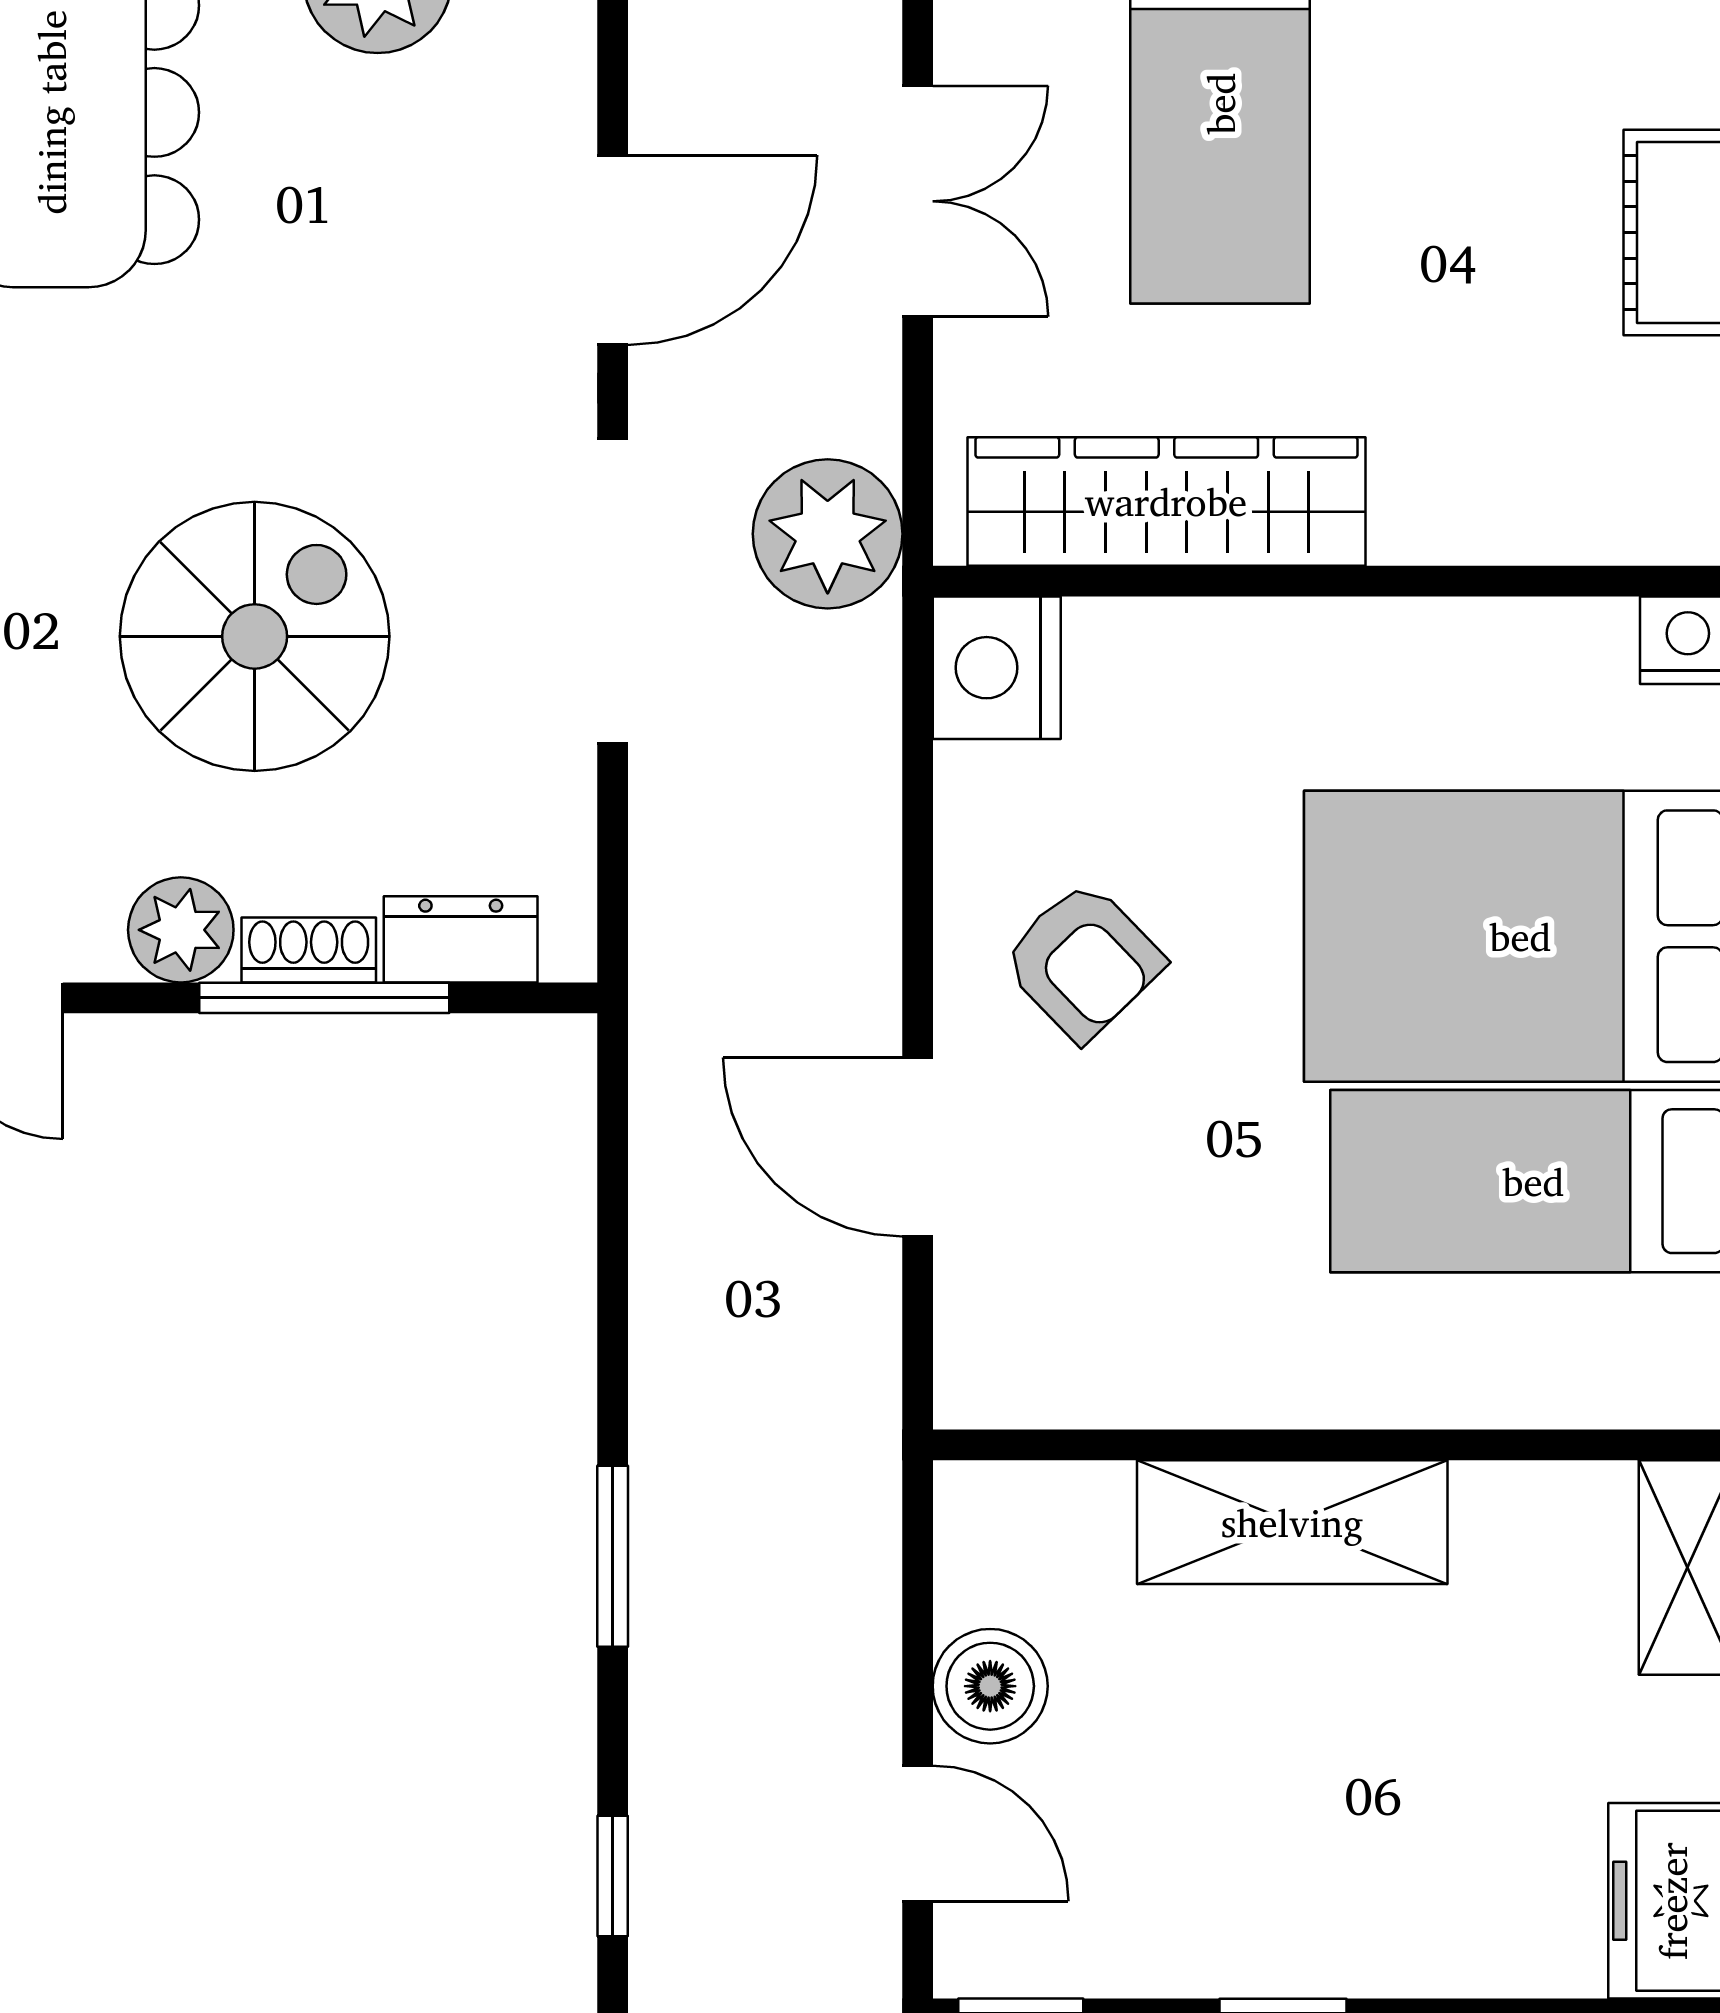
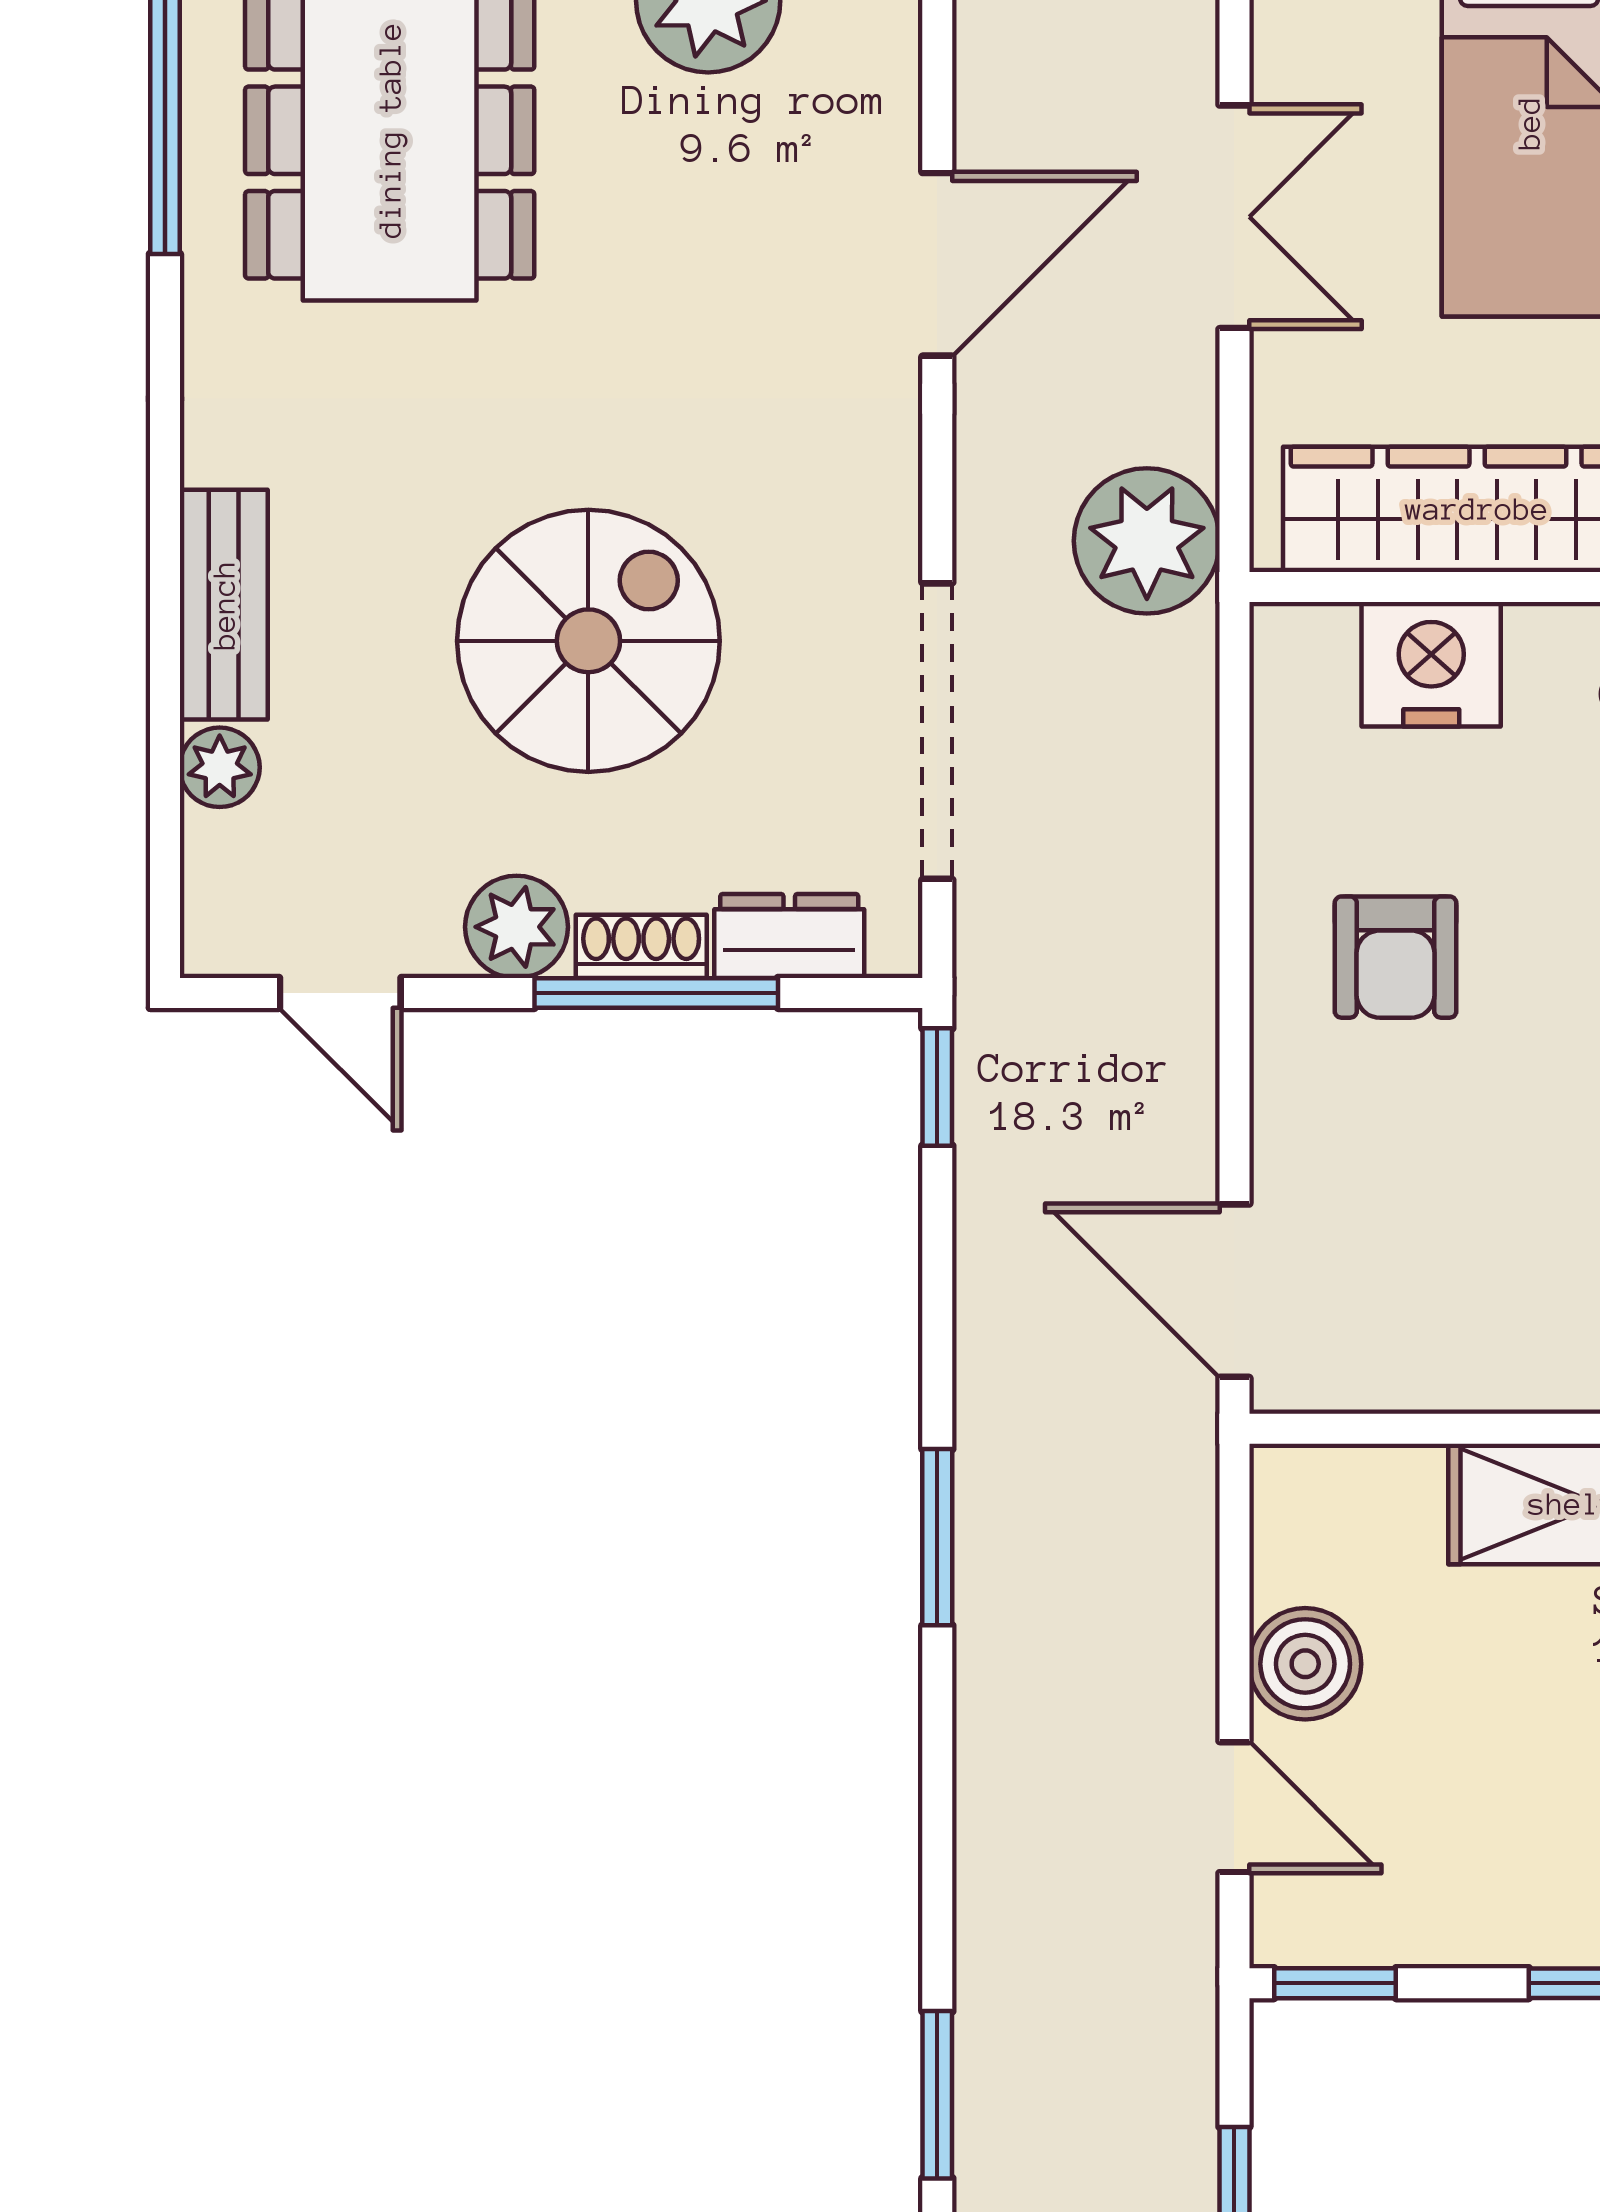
doorway: (613, 591) -> (937, 731), moved
nightstand: (997, 668) -> (1431, 664), moved, turned 90
armchair: (1083, 961) -> (1396, 957), turned 44
door: (918, 1147) -> (1234, 1291), moved
window: (613, 1876) -> (937, 1087), moved

